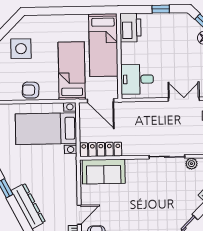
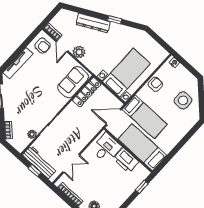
window: (161, 9) -> (142, 187), moved
printer: (130, 28) -> (126, 160), moved
plant: (69, 193) -> (79, 52), added

